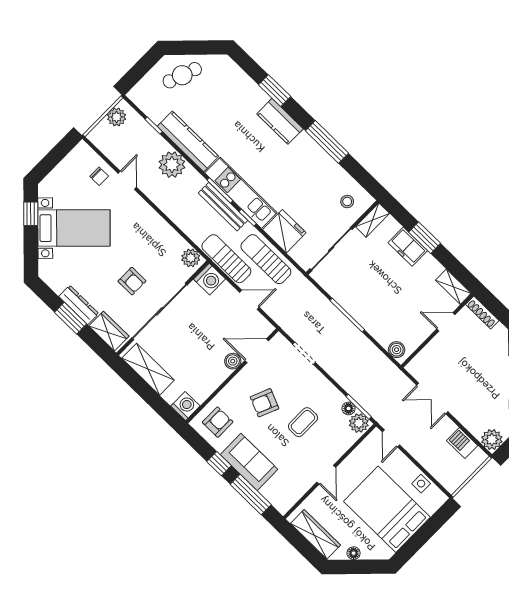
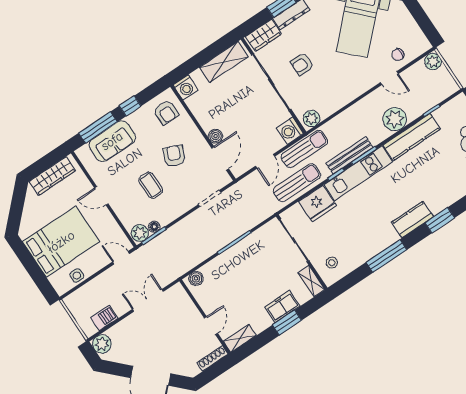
plant: (117, 117) -> (433, 62), moved
sofa: (249, 462) -> (112, 141), moved
floor lamp: (354, 553) -> (29, 205), removed

